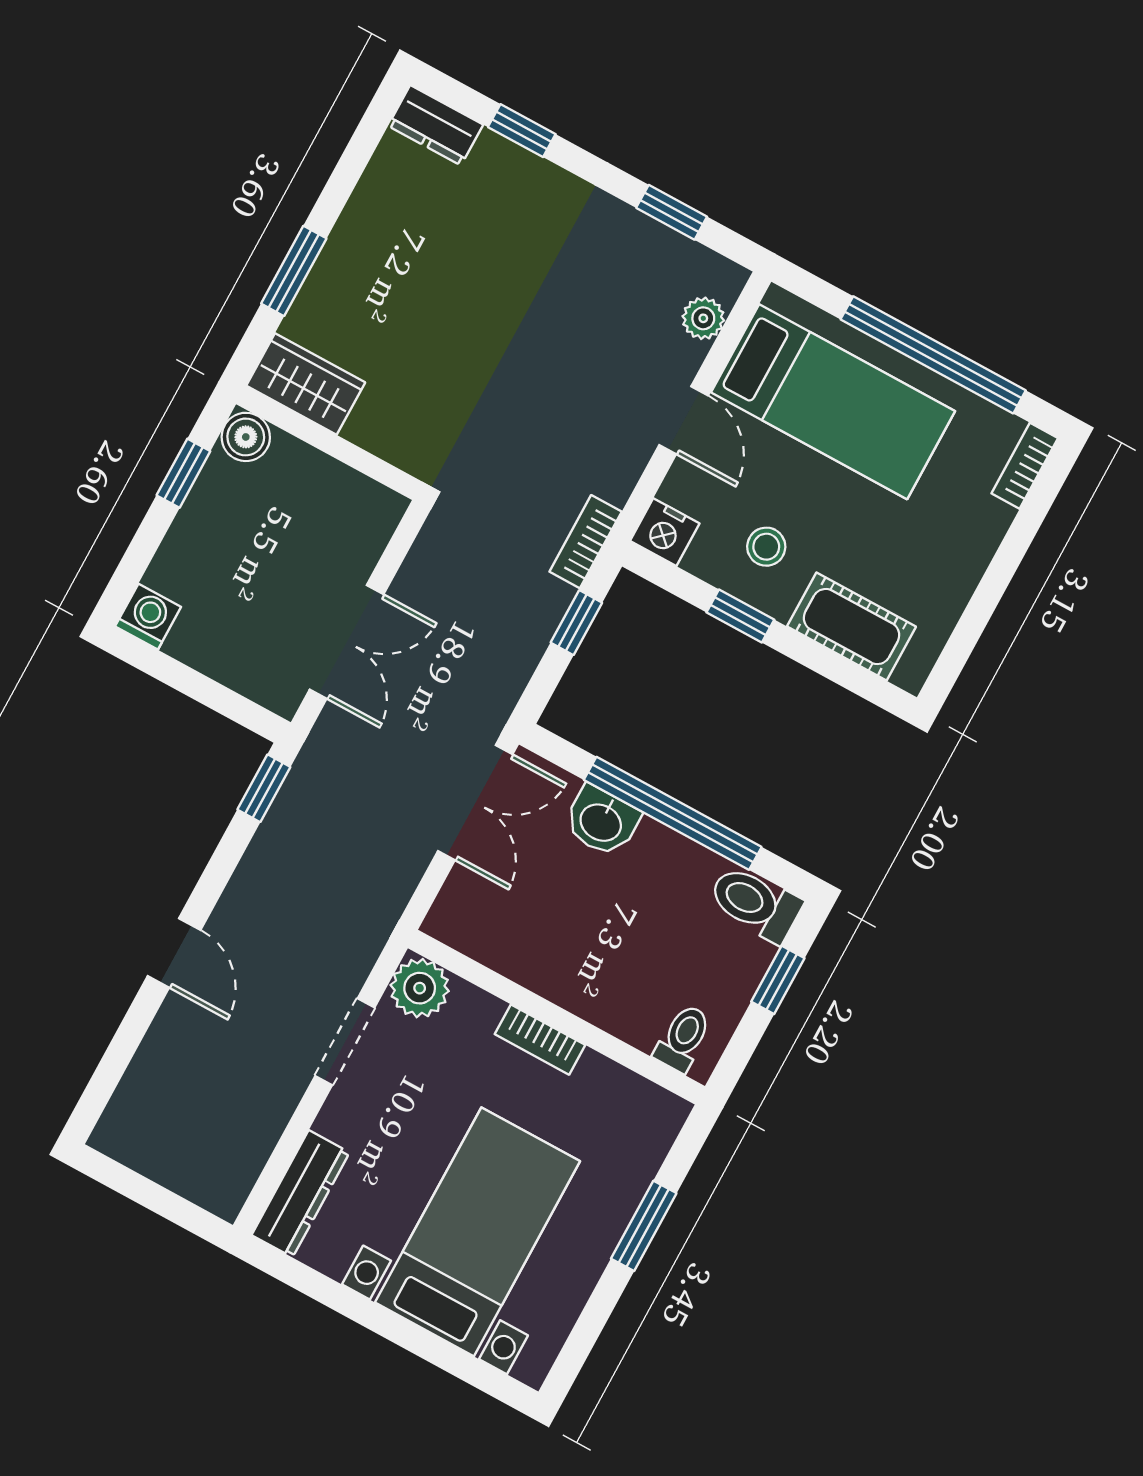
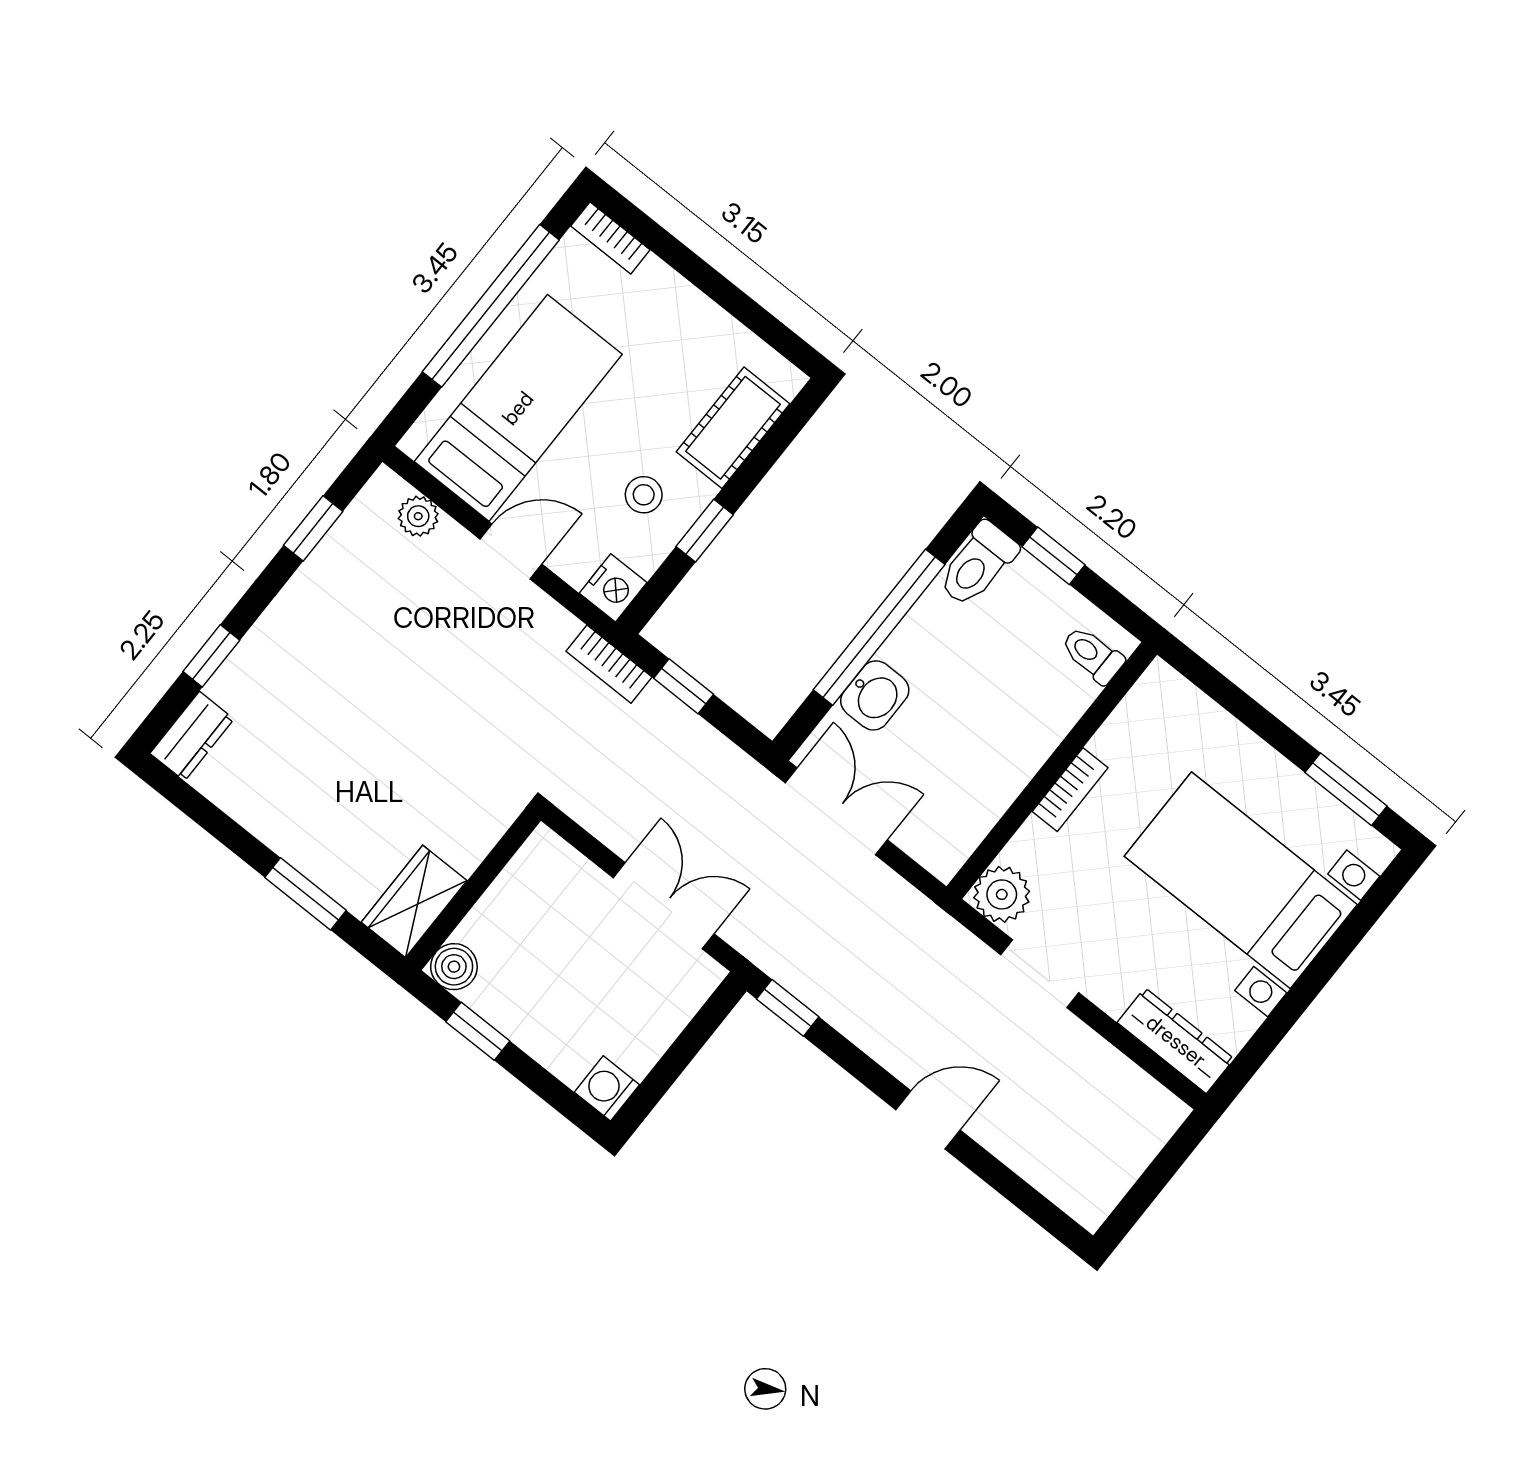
window: (644, 1226) -> (1346, 789), moved

